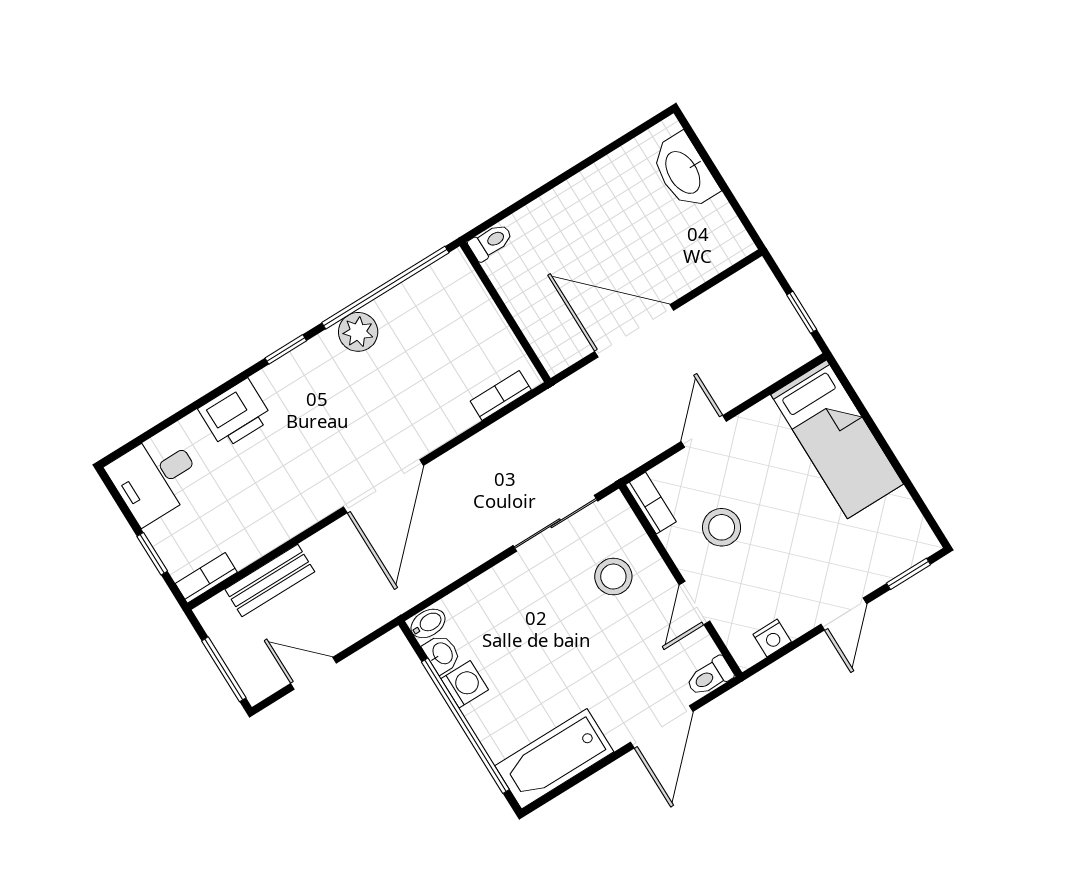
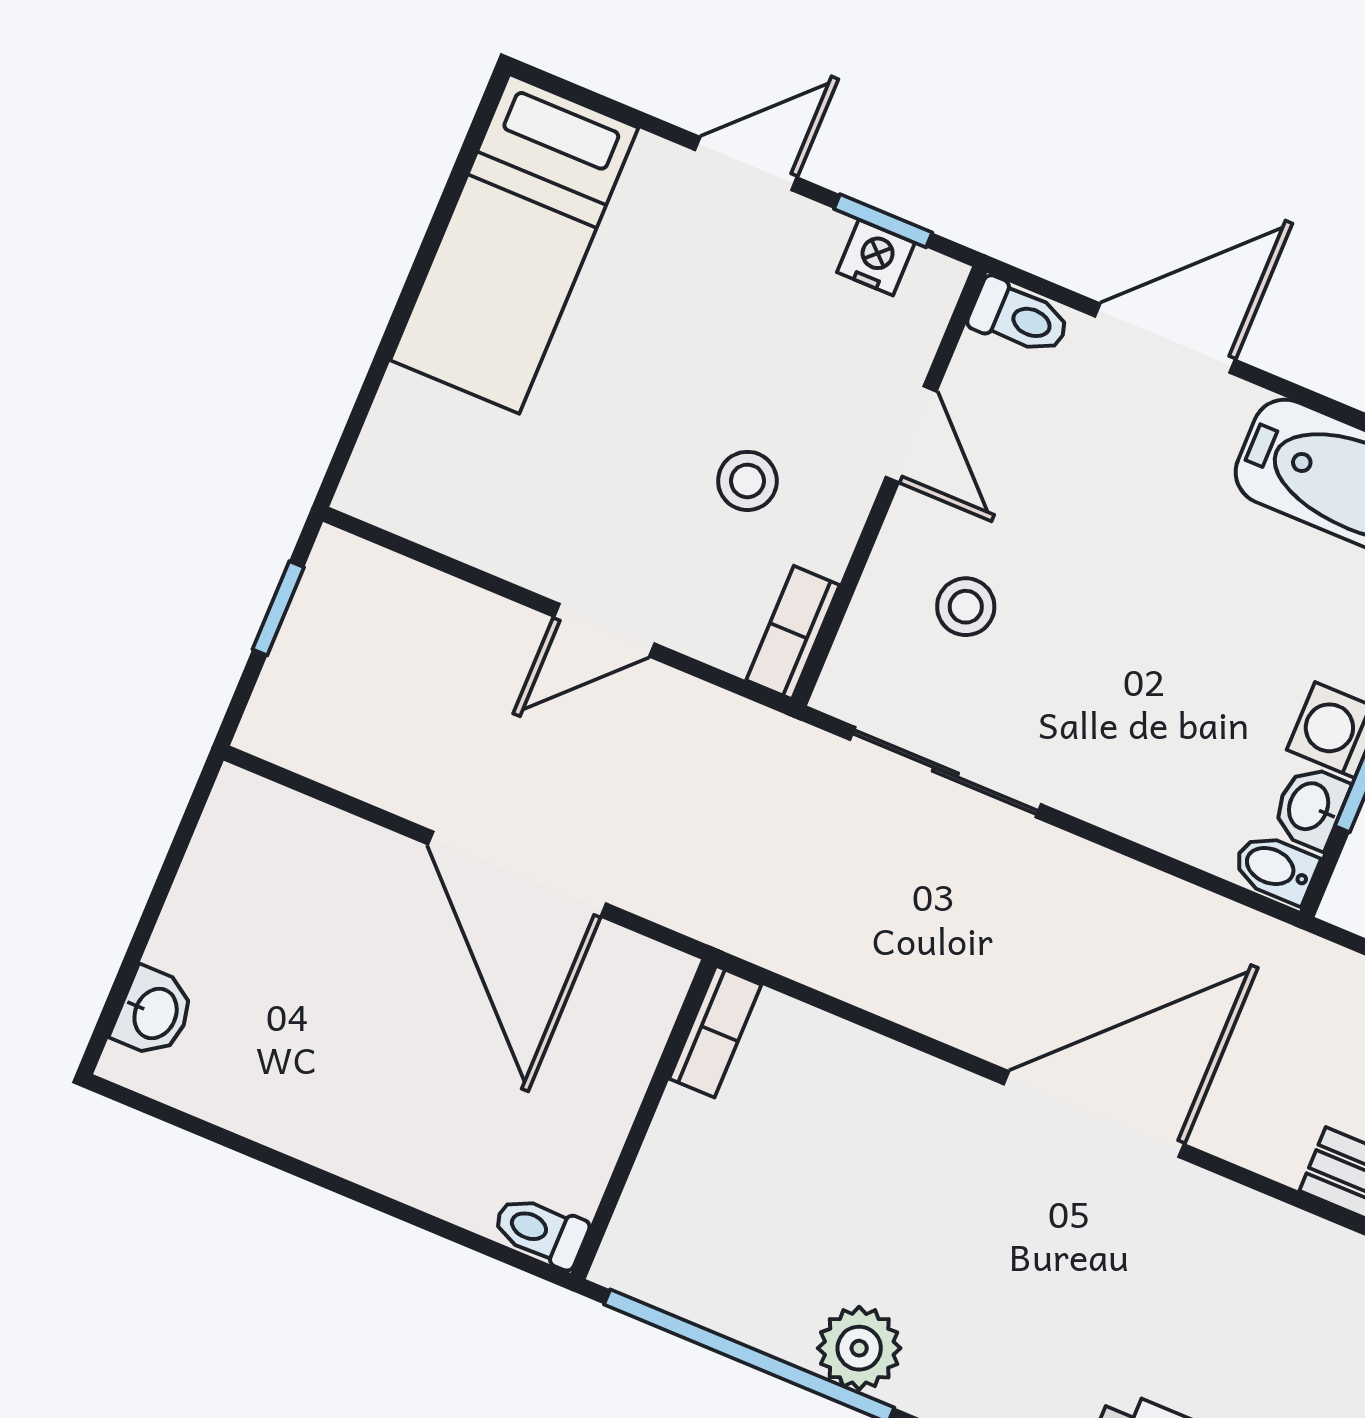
washbasin: (684, 172) -> (154, 1013), width x0.52, depth x0.69
bookcase: (501, 395) -> (715, 1032), moved, turned -90
bed: (837, 439) -> (514, 244), moved, turned 180
stool: (722, 527) -> (747, 481), width x0.73, depth x0.73
window: (908, 574) -> (883, 221), moved
stool: (613, 577) -> (966, 607), width x0.73, depth x0.73
door: (695, 603) -> (911, 434), hinge flipped

